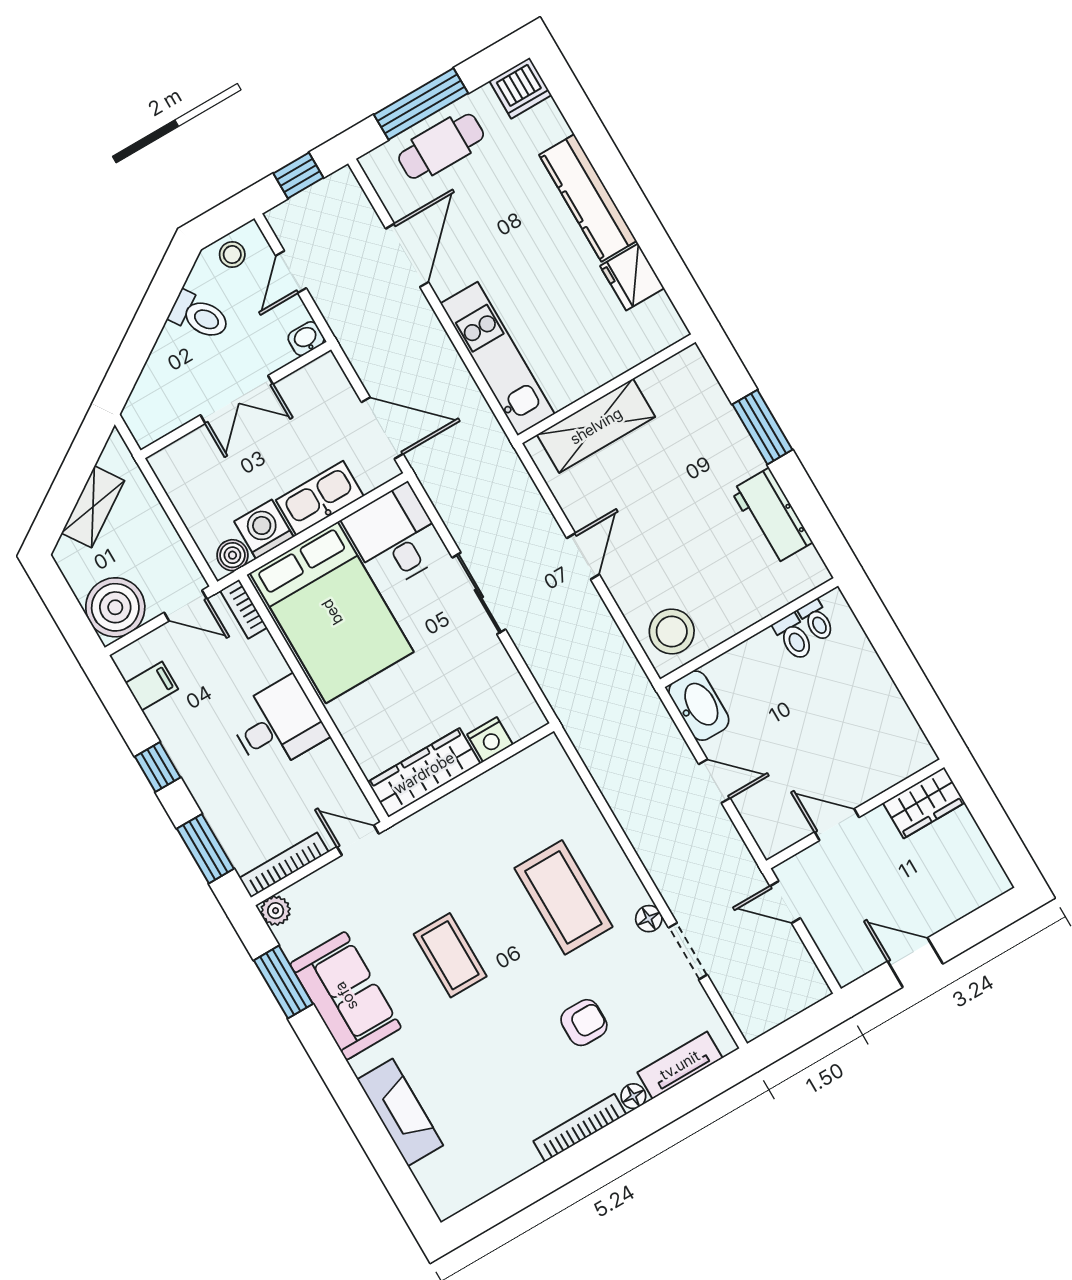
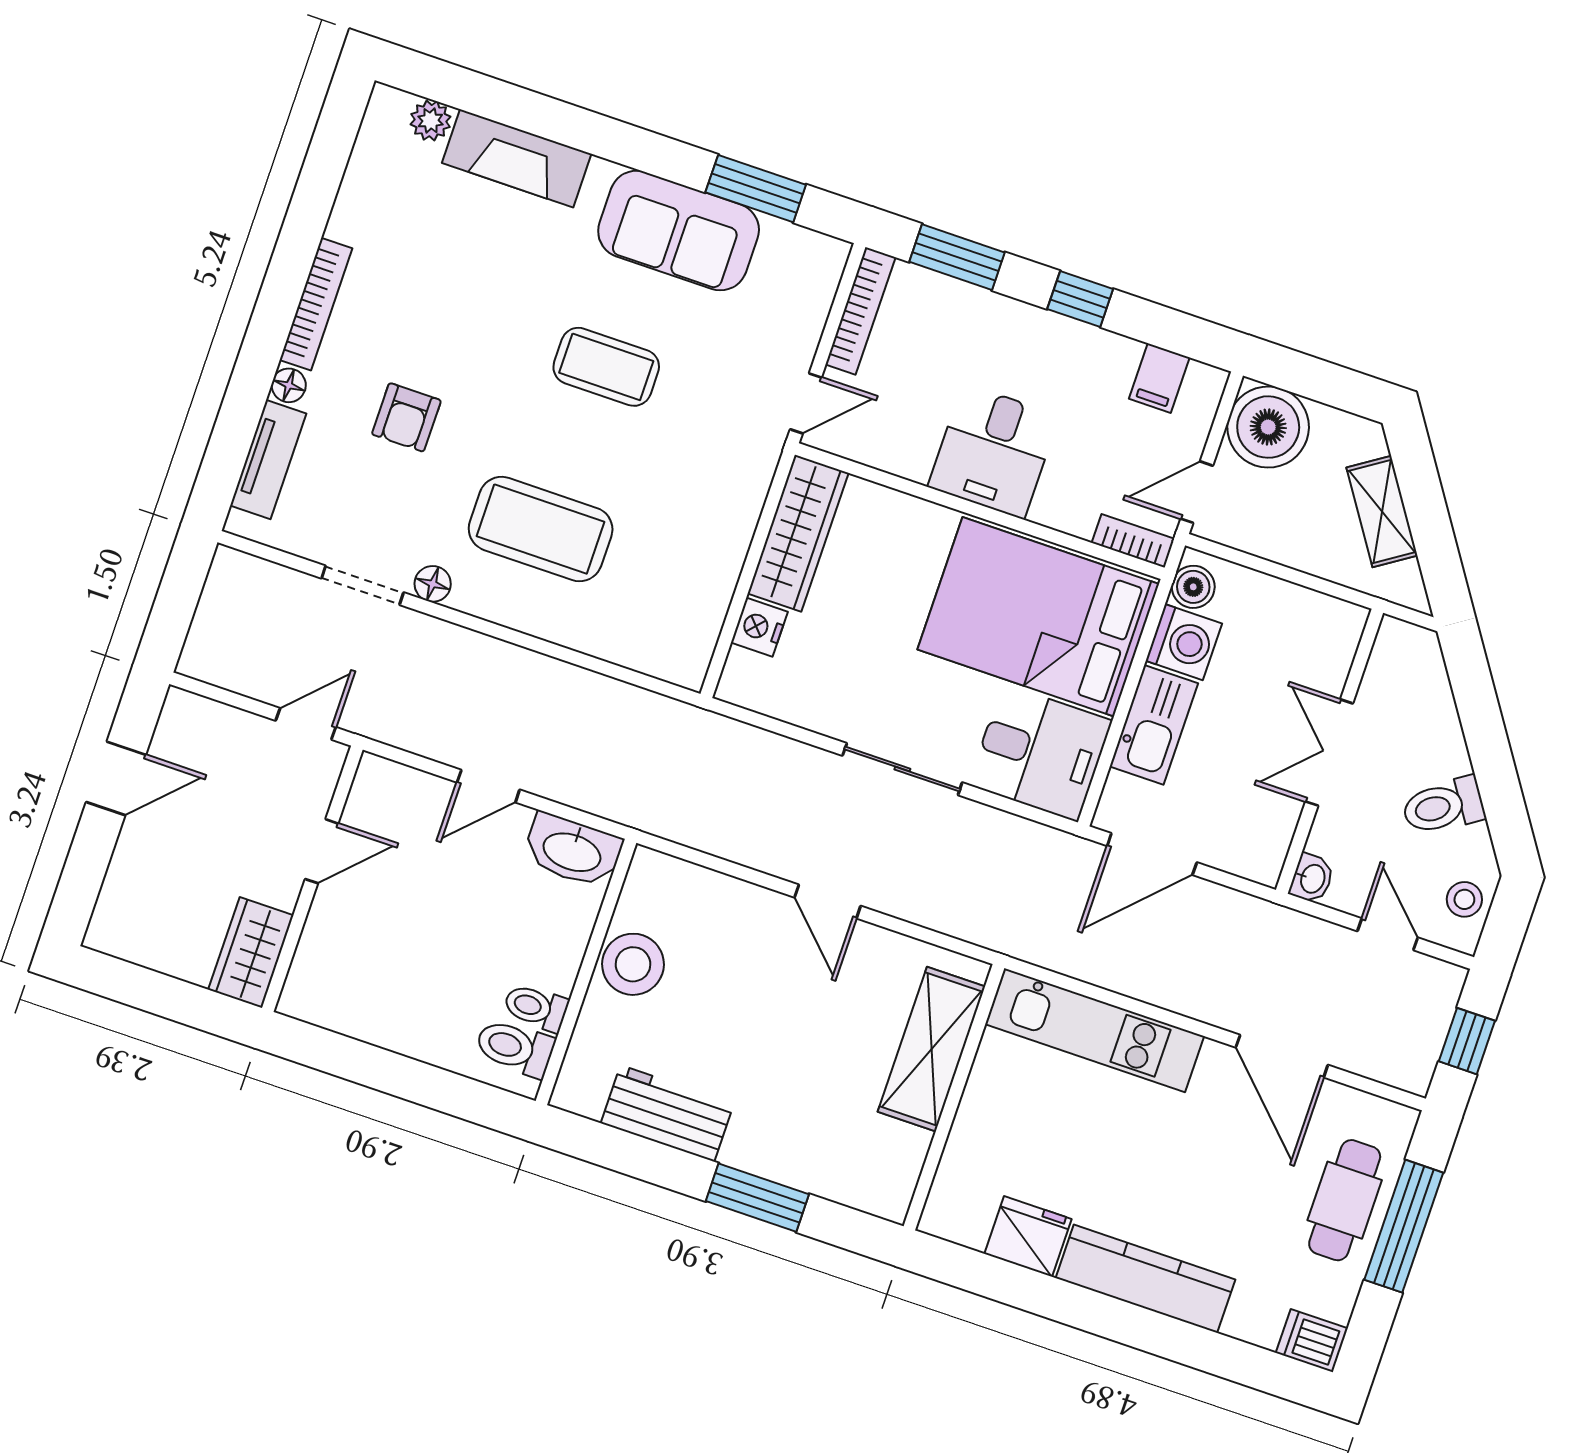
dishwasher: (520, 88) -> (1312, 1341), width x0.73
toilet: (817, 621) -> (515, 1048), width x1.37, depth x1.39
stool: (672, 632) -> (633, 964), moved
plant: (276, 911) -> (430, 121), moved

